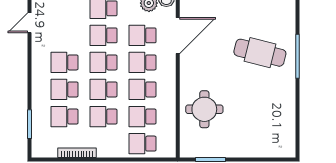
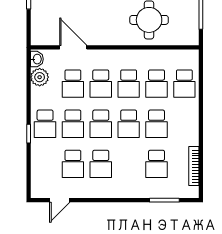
door: (29, 23) -> (60, 200), hinge flipped
door: (178, 36) -> (73, 47), width x0.73
school desk: (65, 89) -> (73, 164), moved
bookcase: (77, 153) -> (194, 166), moved

